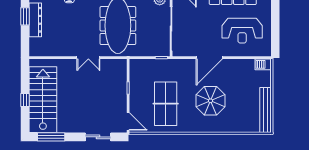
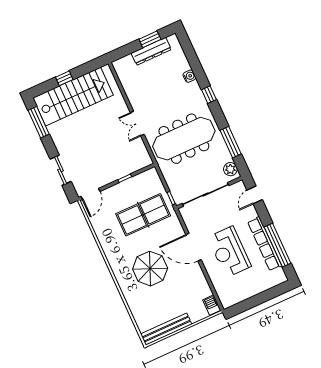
reception desk: (242, 31) -> (229, 252), moved
table tennis table: (166, 104) -> (143, 215), moved

